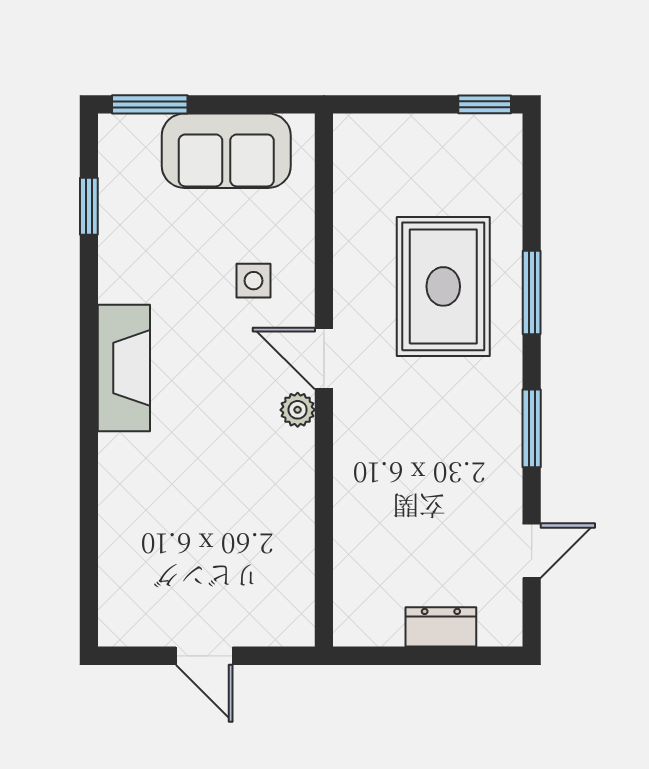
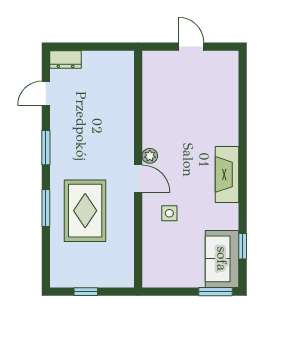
window: (485, 104) -> (86, 292), moved
sofa: (226, 151) -> (222, 259), moved, turned -90
dresser: (441, 627) -> (65, 59), moved

